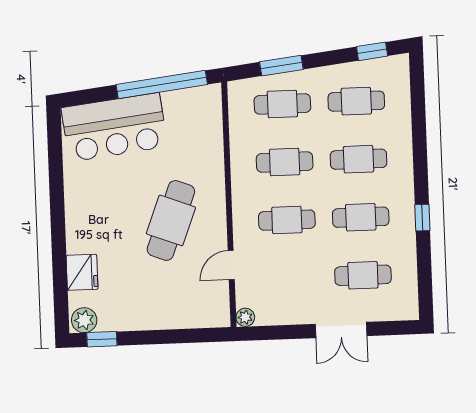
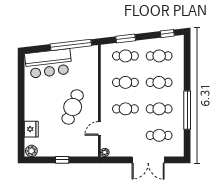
window: (422, 218) -> (187, 110), width x3.17
double door: (341, 330) -> (148, 160), width x1.37
window: (102, 339) -> (62, 160), moved

